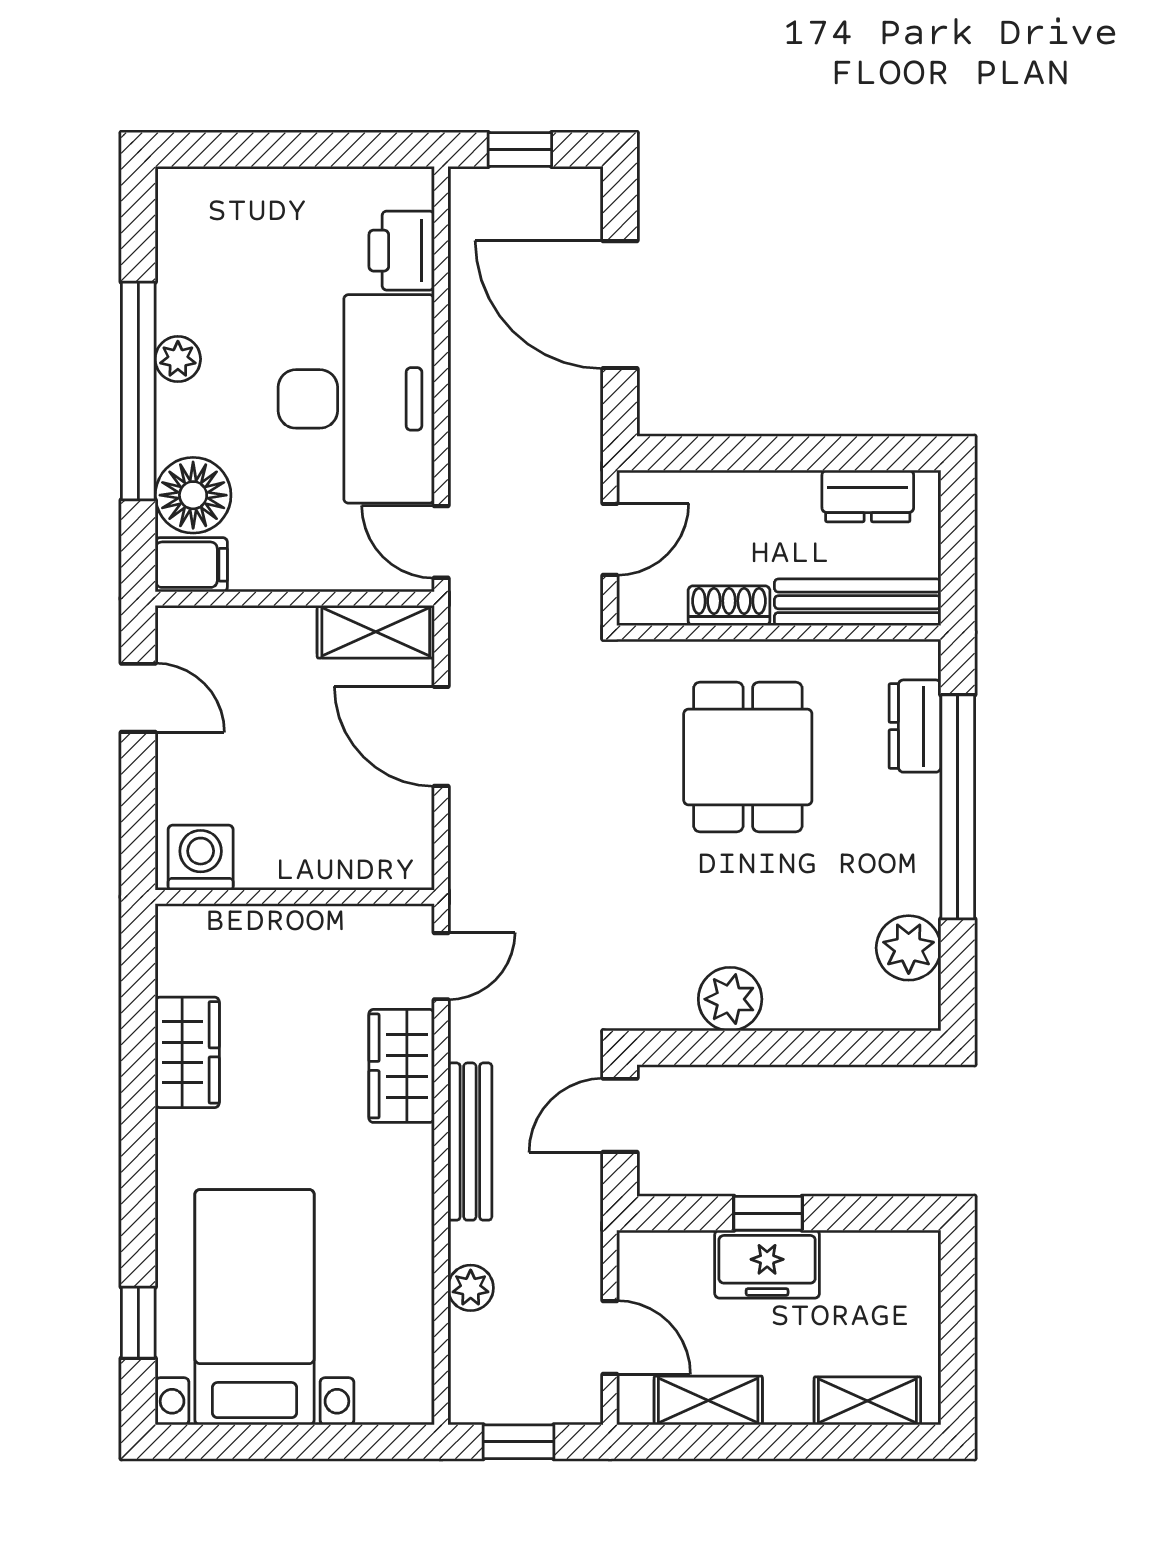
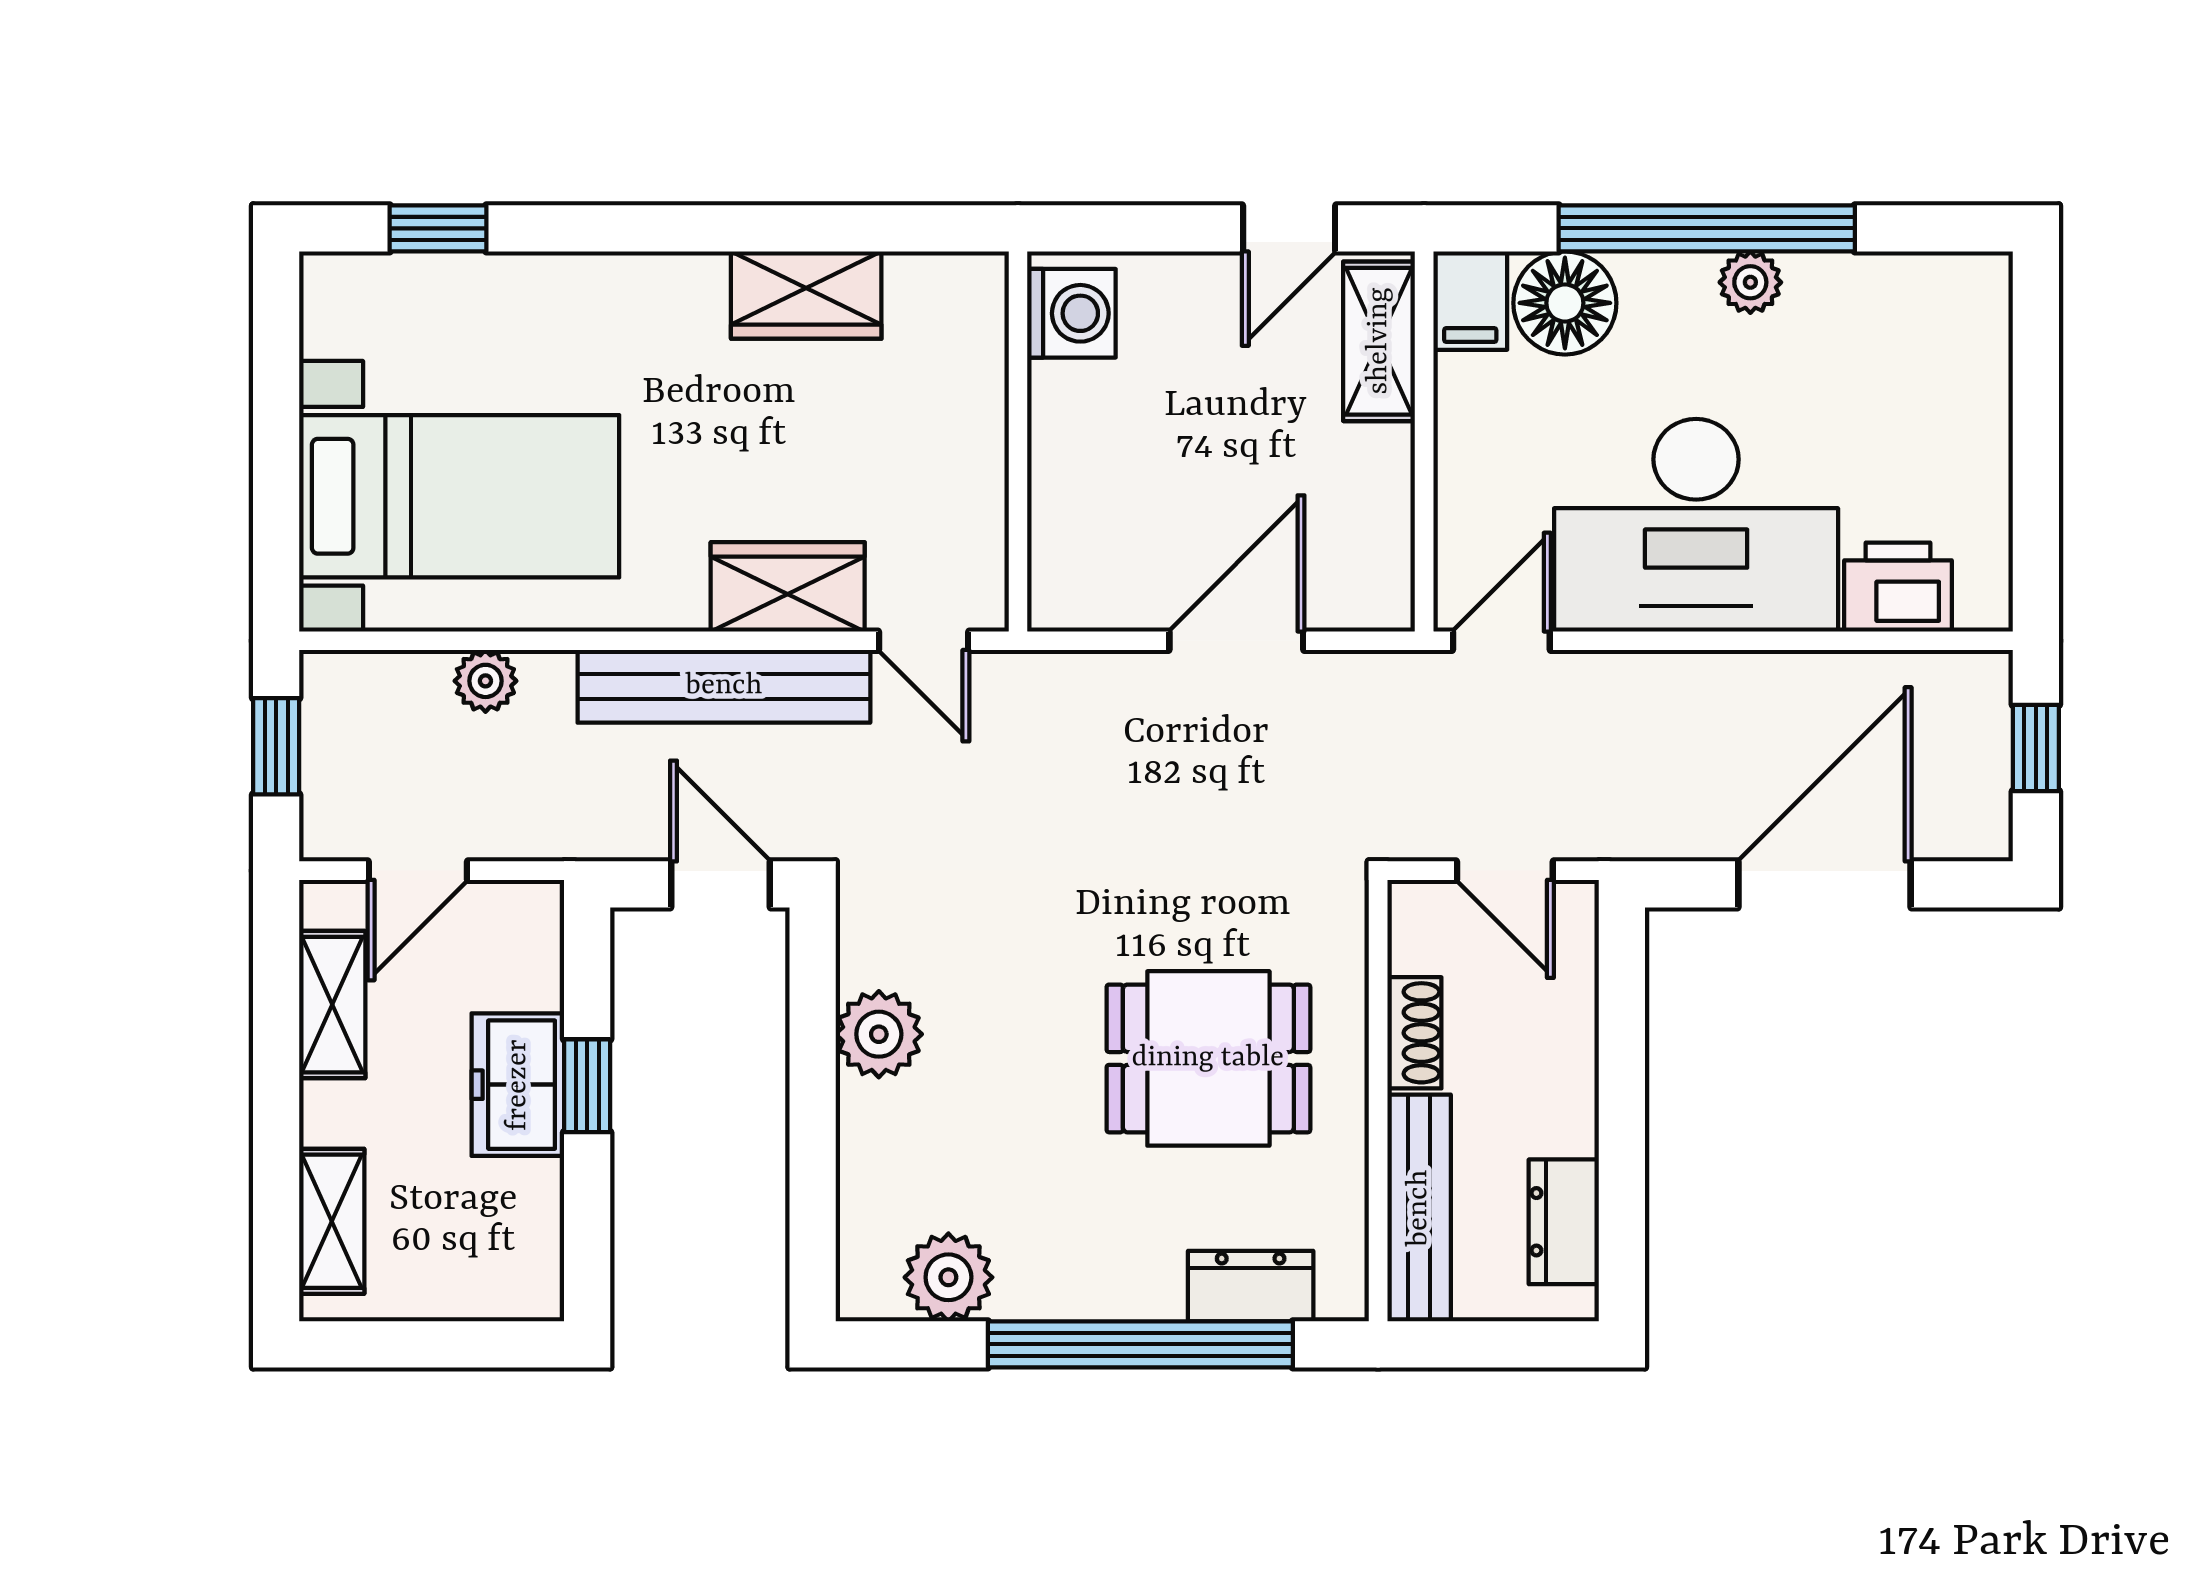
shelving: (376, 632) -> (1379, 341), moved
bench: (470, 1142) -> (724, 686), width x1.37, depth x1.21
bed with nightstands: (255, 1307) -> (459, 496), moved

